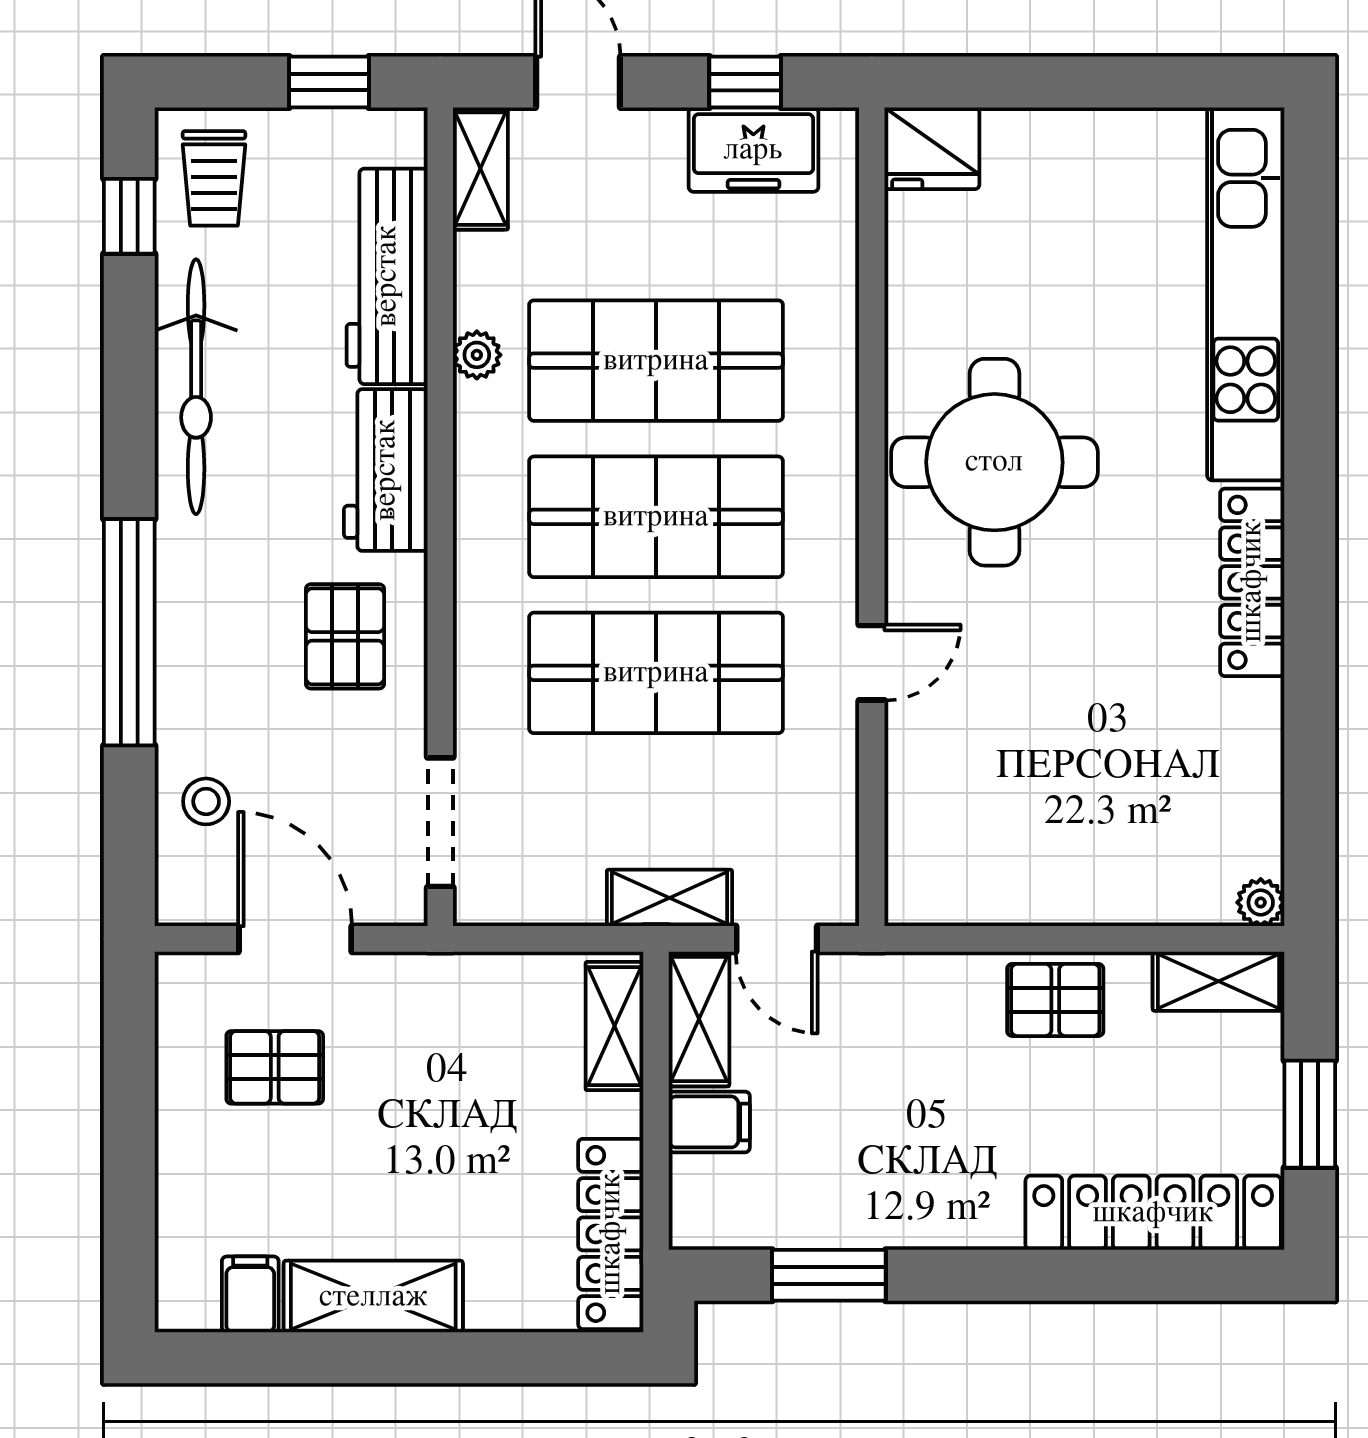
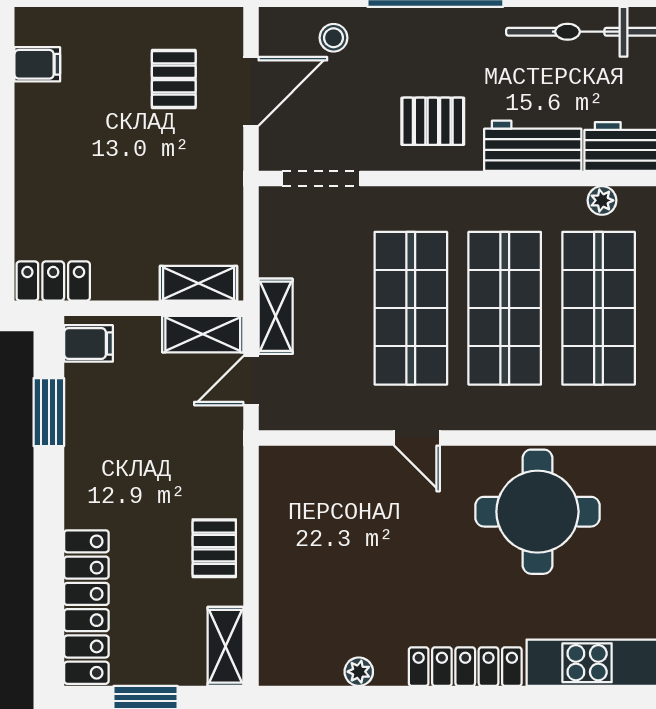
plant: (1261, 902) -> (359, 672), moved
filing cabinet: (709, 1122) -> (88, 343), moved, turned -90
locker: (611, 1234) -> (53, 281), width x0.66
shelving: (373, 1297) -> (36, 138), removed

